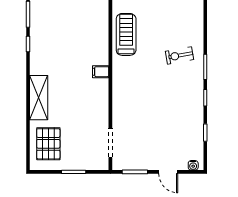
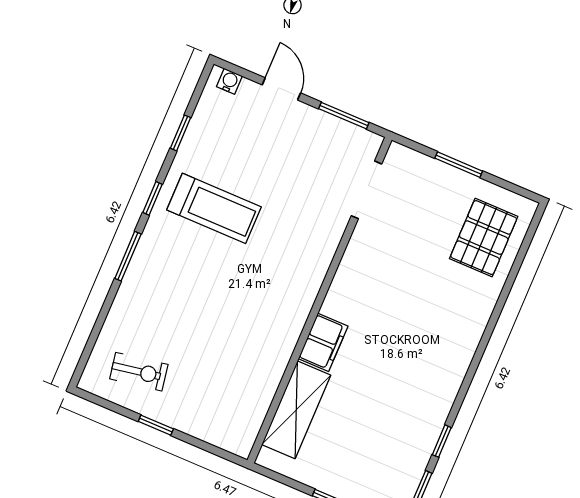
treadmill: (126, 34) -> (214, 208), moved, turned -90
exercise bike: (179, 55) -> (139, 372), moved
filing cabinet: (101, 72) -> (323, 342), width x2.00
shelving: (39, 98) -> (296, 410), moved

